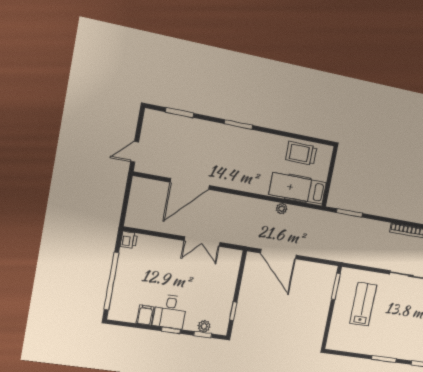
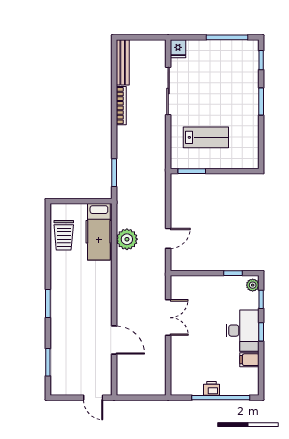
door: (190, 184) -> (114, 340), width x0.73
plant: (282, 209) -> (127, 239), width x1.88, depth x1.88
printer: (129, 240) -> (212, 388), moved
door: (278, 254) -> (168, 238), width x0.53
lab bench: (363, 304) -> (206, 137), turned 180
desk: (170, 312) -> (243, 331), width x1.37
plant: (204, 326) -> (253, 285), moved

